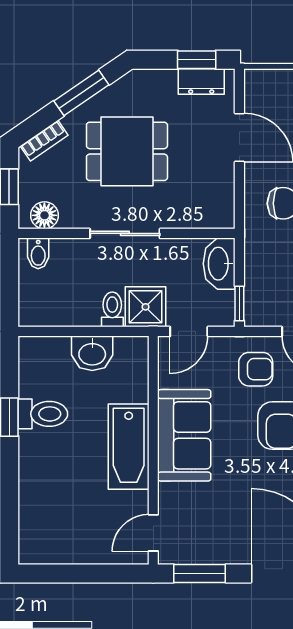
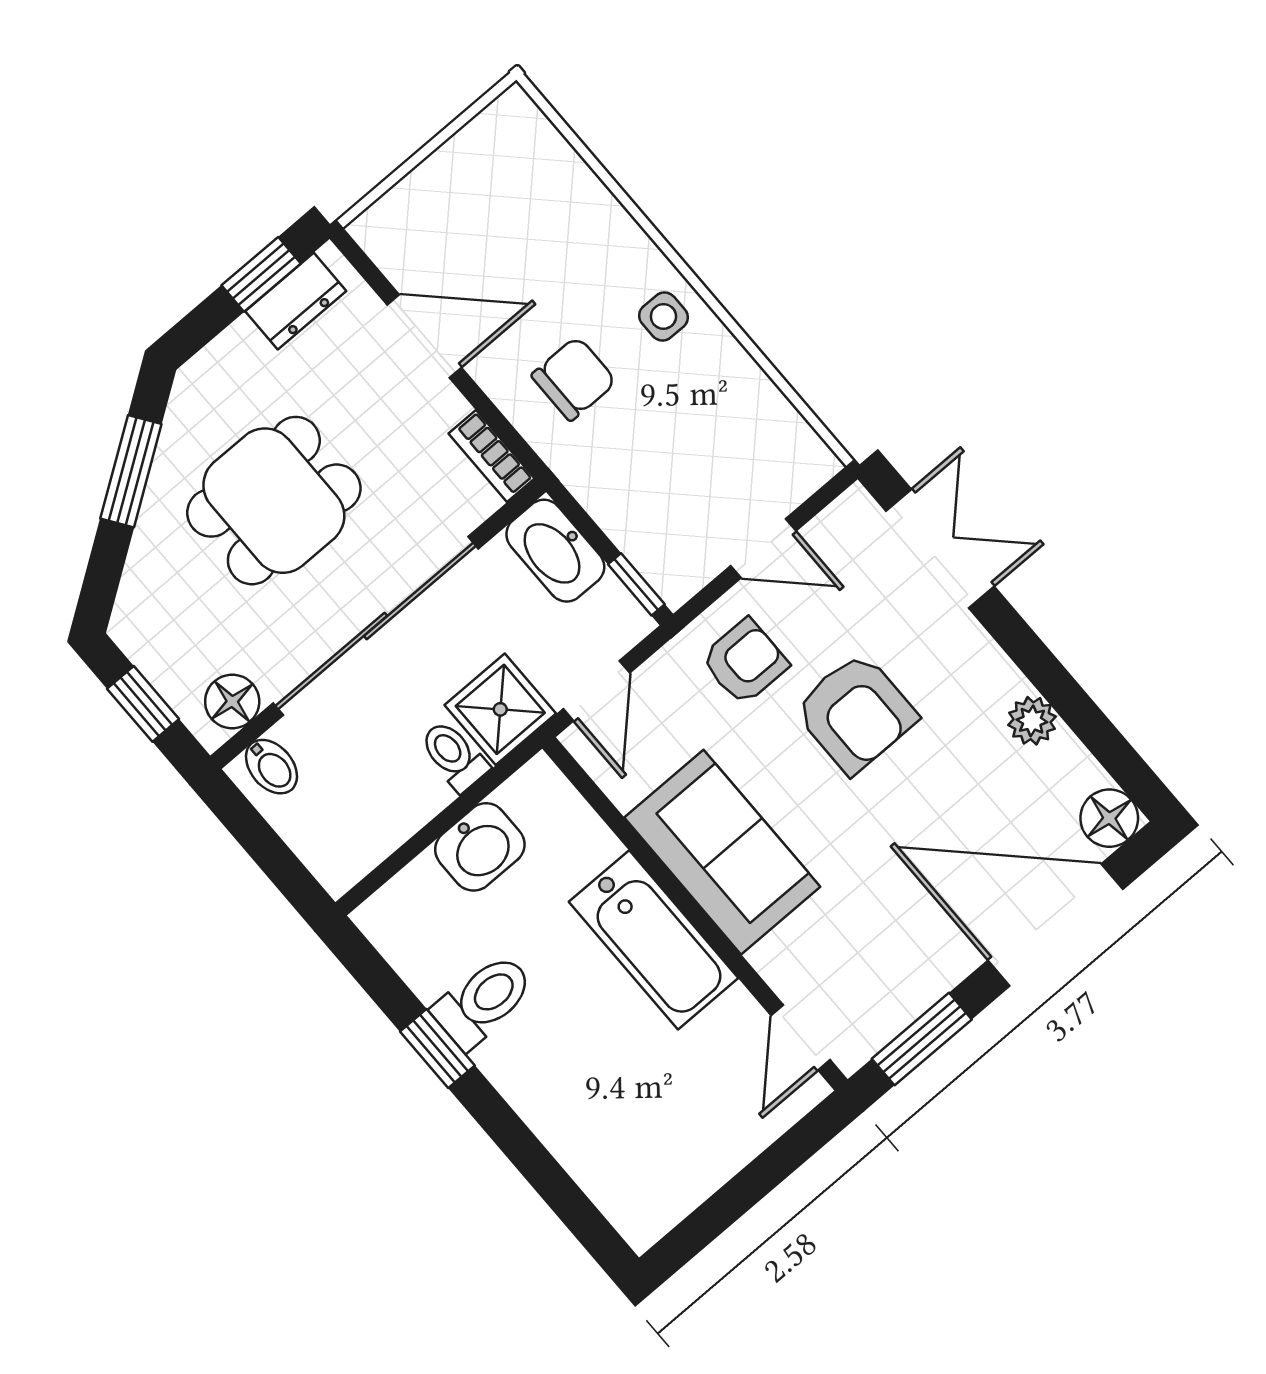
bookcase: (44, 141) -> (491, 456), moved, turned 125
sliding door: (125, 233) -> (376, 626), width x1.86

